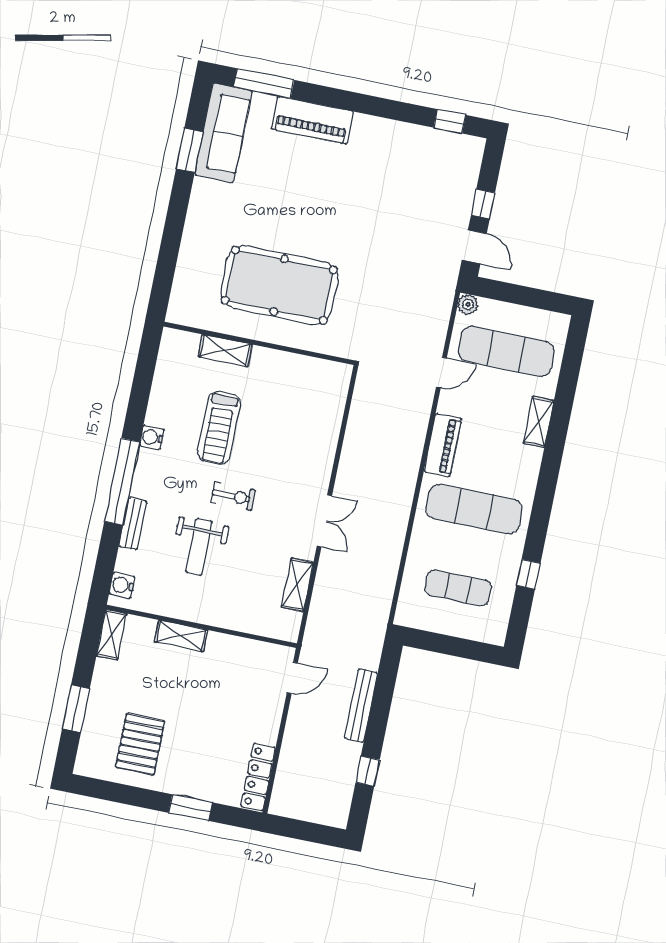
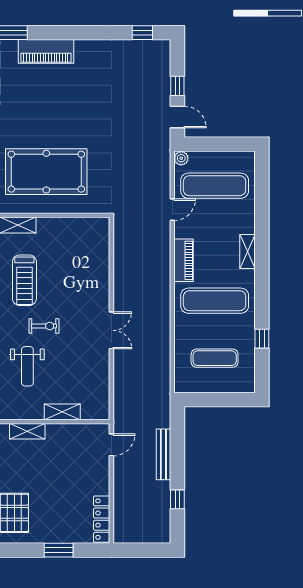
shelving: (539, 422) -> (247, 252), moved
shelving: (297, 585) -> (62, 412), moved, turned 90

